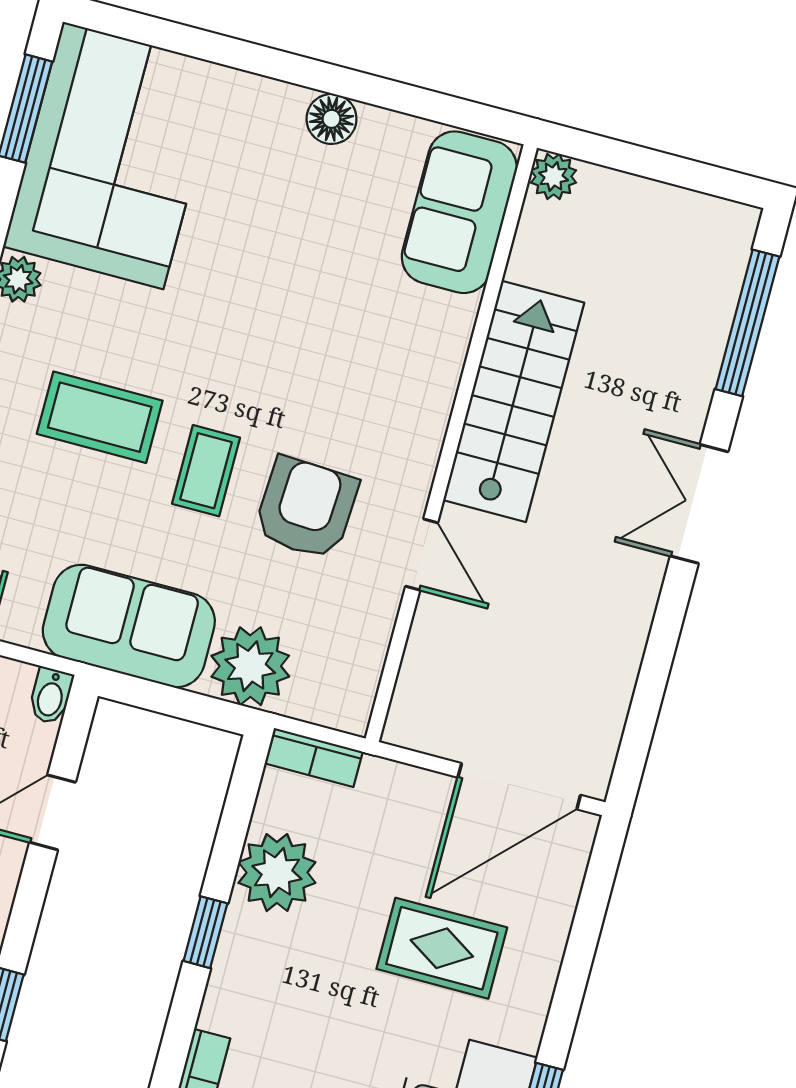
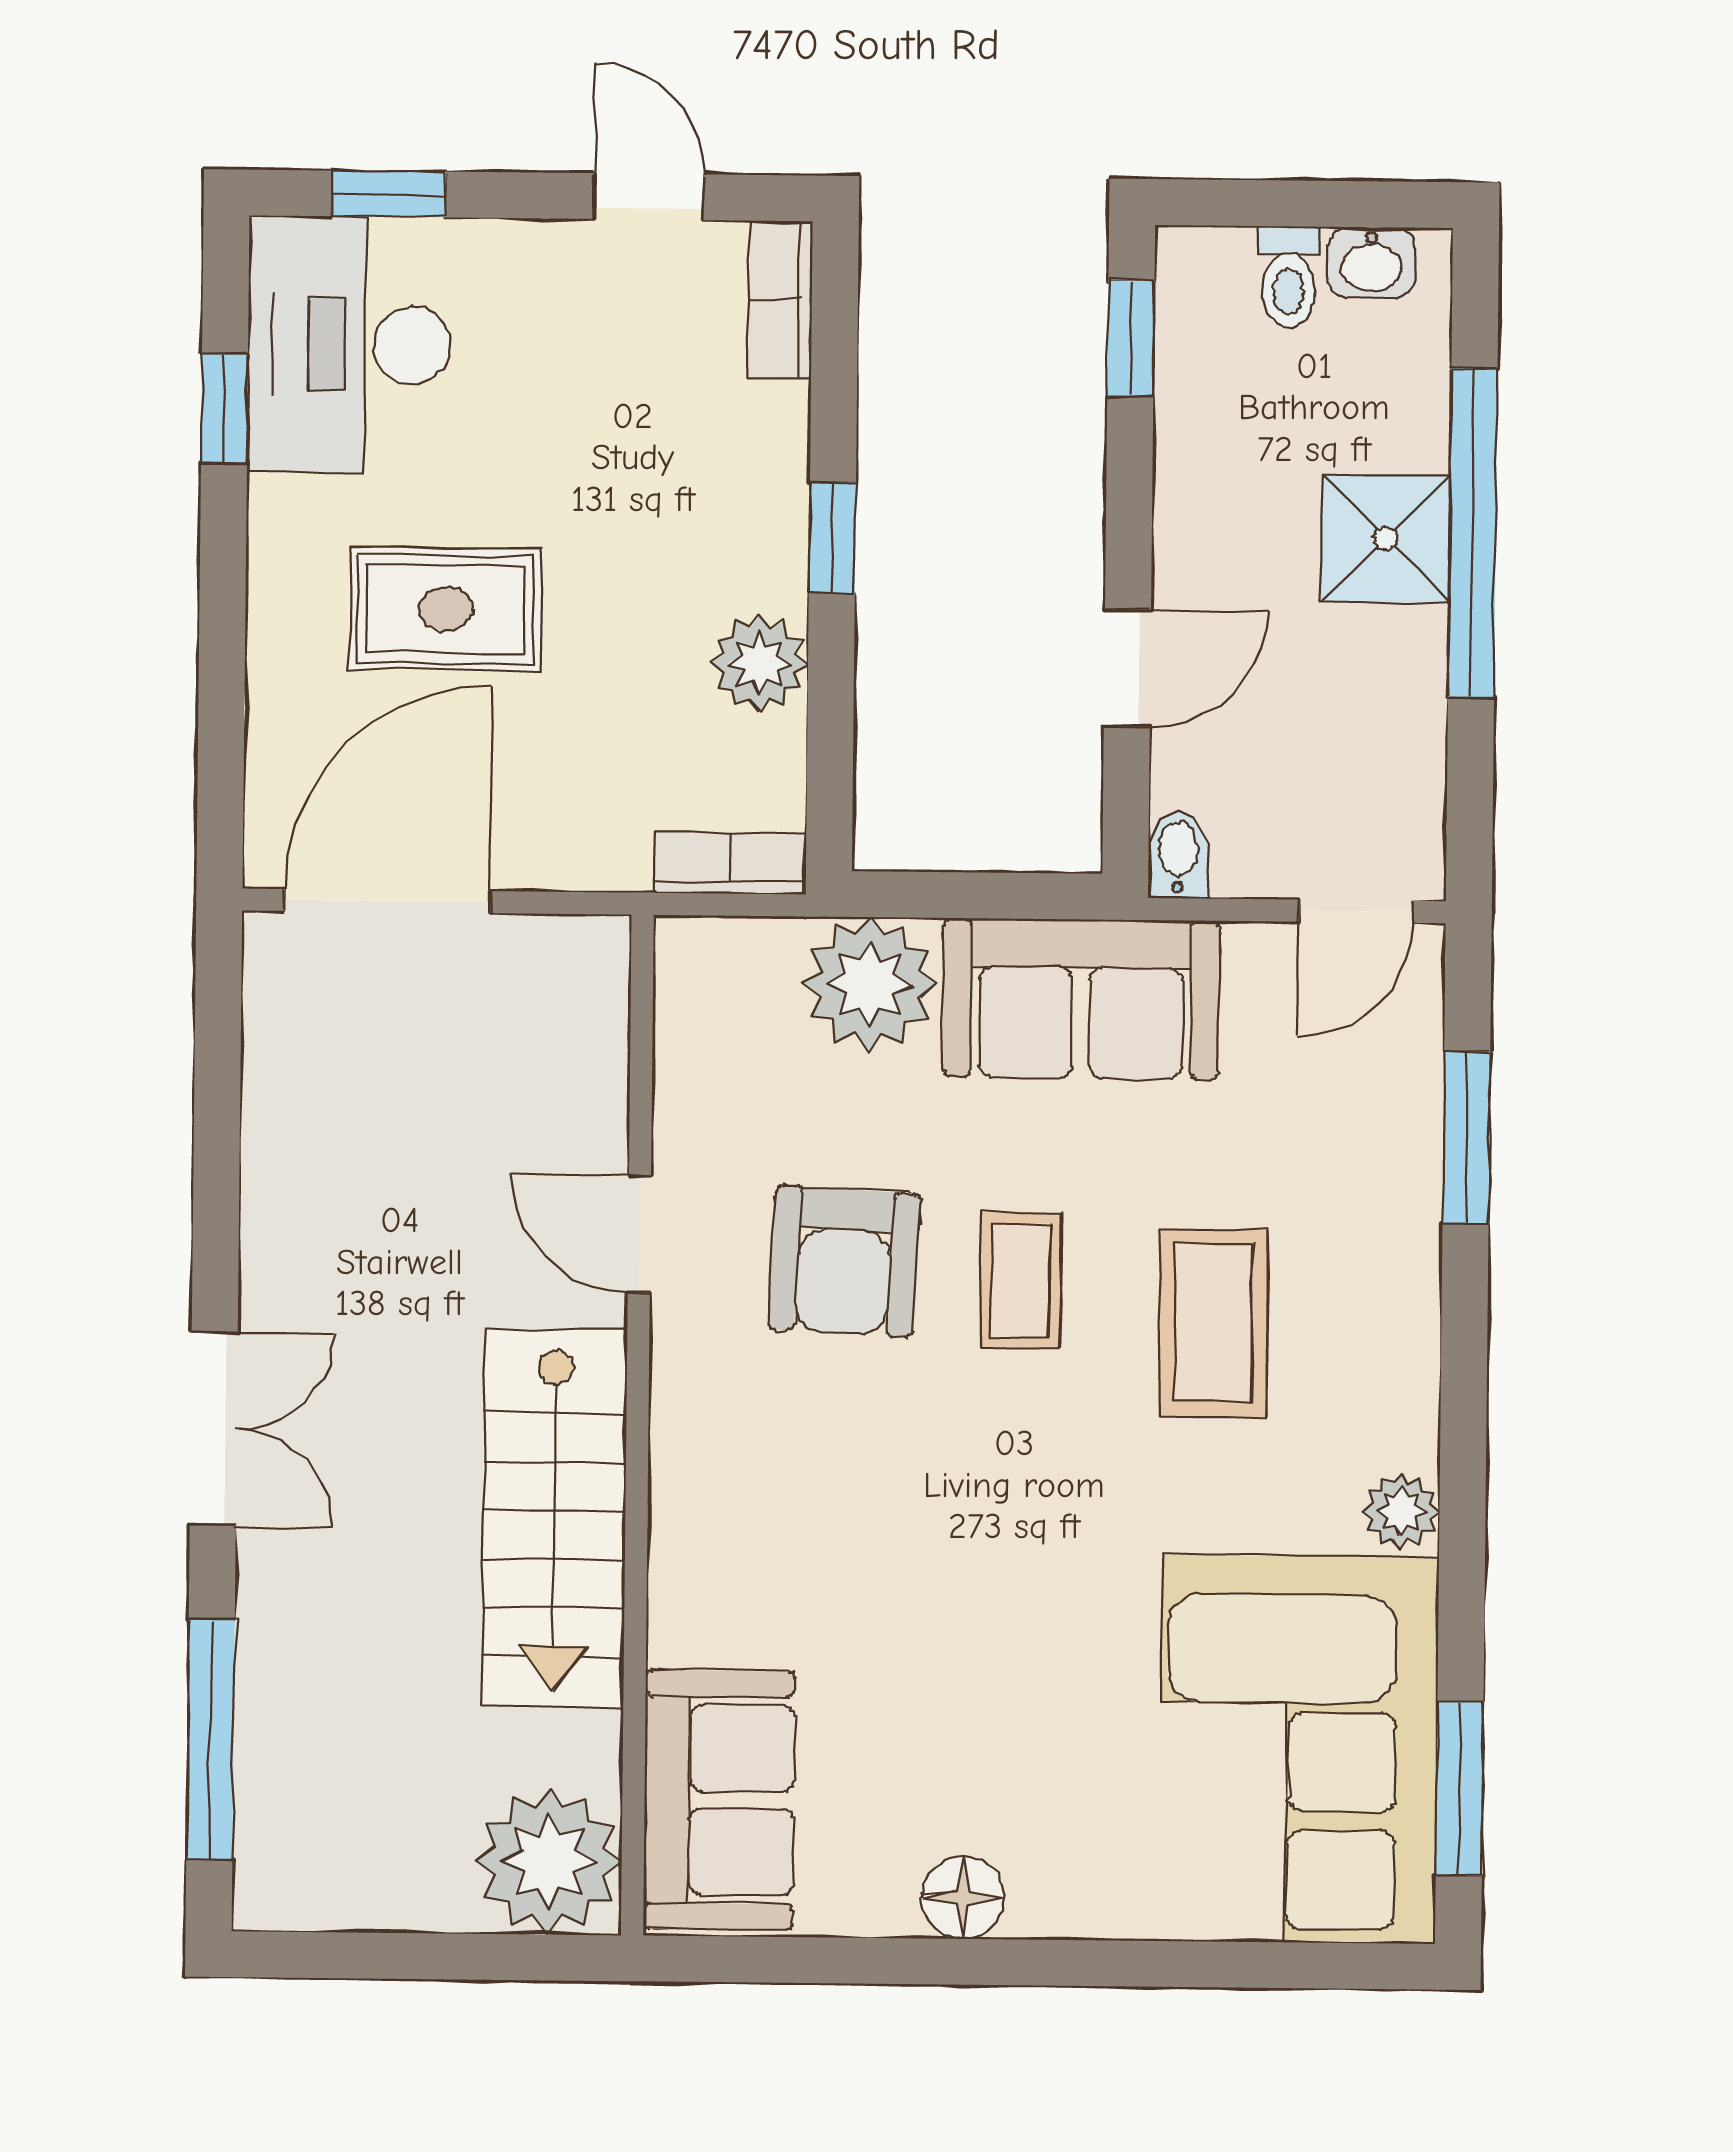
plant: (553, 177) -> (549, 1861), width x1.87, depth x1.87
coffee table: (100, 417) -> (1213, 1323), turned 90
plant: (277, 873) -> (760, 663), width x0.73, depth x0.73

